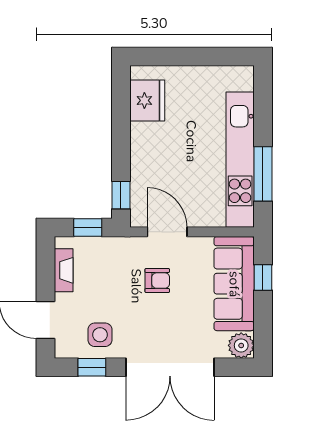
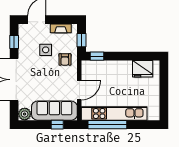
window: (263, 174) -> (107, 125), width x1.46
door: (167, 232) -> (79, 90), moved
armchair: (157, 281) -> (65, 59), moved
side table: (100, 335) -> (46, 50), moved

